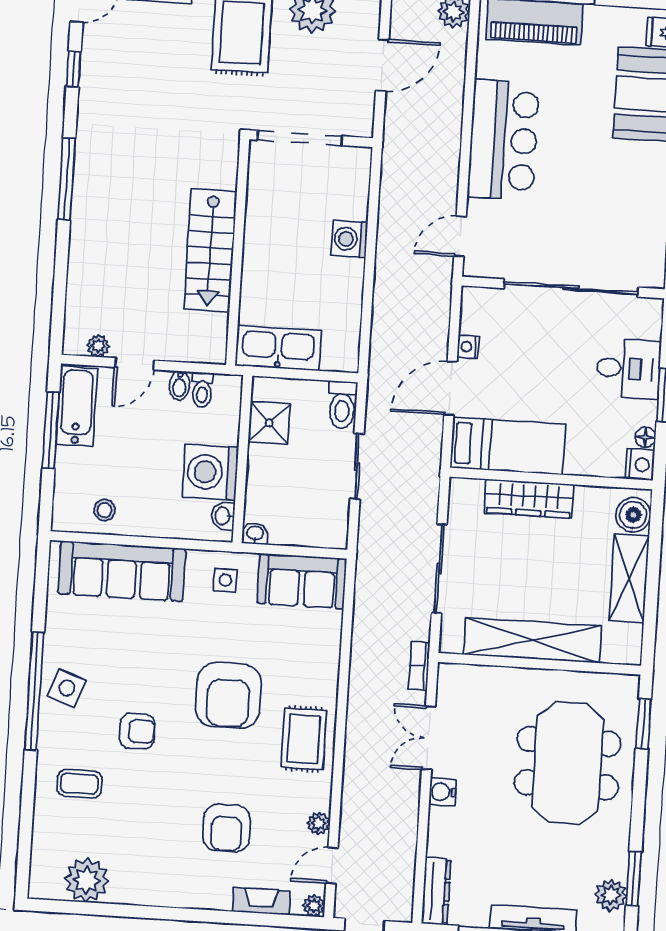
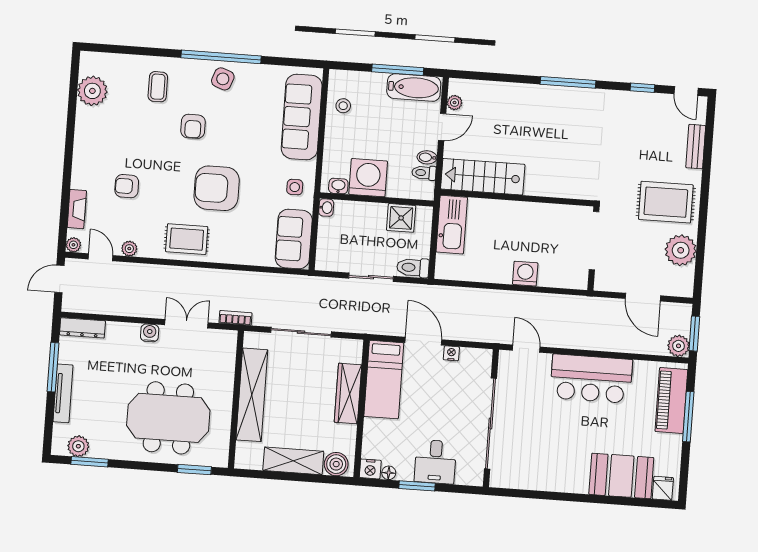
stairs: (210, 250) -> (483, 177), moved
door: (134, 364) -> (442, 127), swing flipped
armchair: (227, 828) -> (127, 186), width x0.72, depth x0.72

